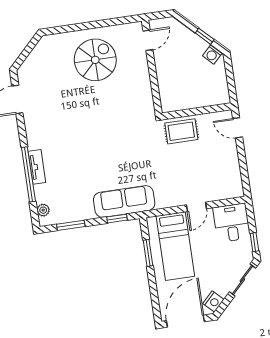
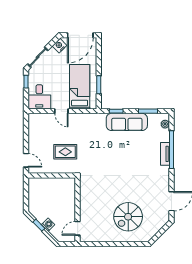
washing machine: (212, 55) -> (48, 225), moved
spiral stairs: (95, 60) -> (128, 217), moved
rug: (181, 131) -> (65, 152), moved
sofa: (124, 201) -> (127, 122), moved
door: (196, 207) -> (61, 111), swing flipped

